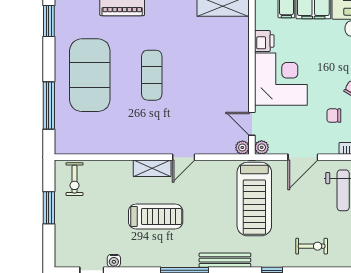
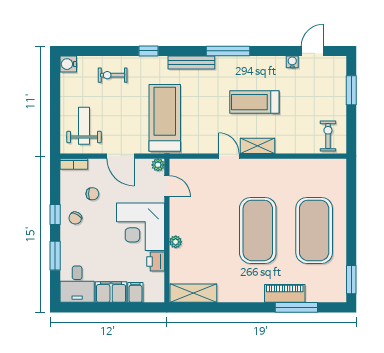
exercise mat: (152, 75) -> (258, 230), width x2.00, depth x1.45
window: (49, 106) -> (351, 203), removed
plant: (242, 148) -> (176, 242), moved
door: (184, 157) -> (229, 156), hinge flipped
door: (303, 157) -> (121, 156), swing flipped
window: (49, 208) -> (351, 90), moved

